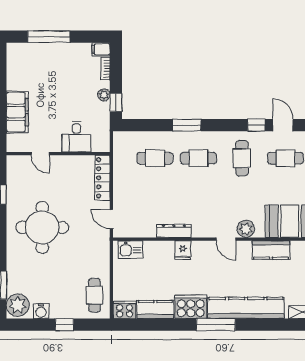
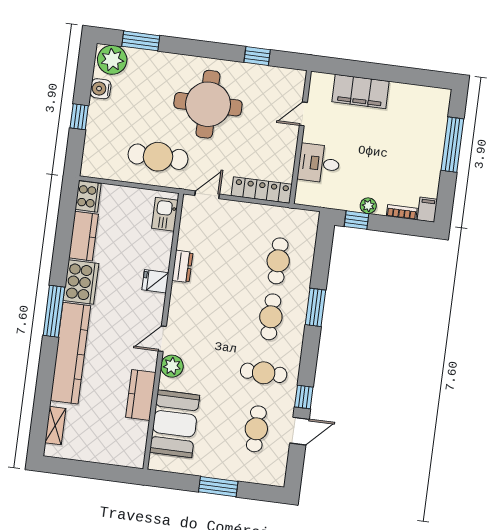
dresser: (174, 231) -> (182, 266), width x0.70
cafe table: (94, 295) -> (158, 157), moved, width x1.37, depth x1.35

